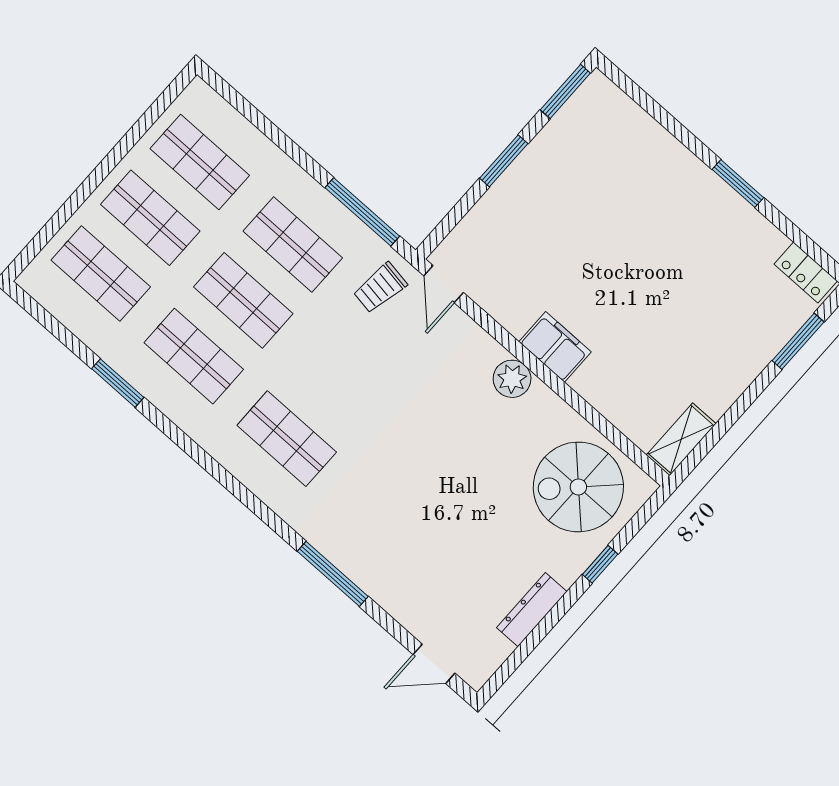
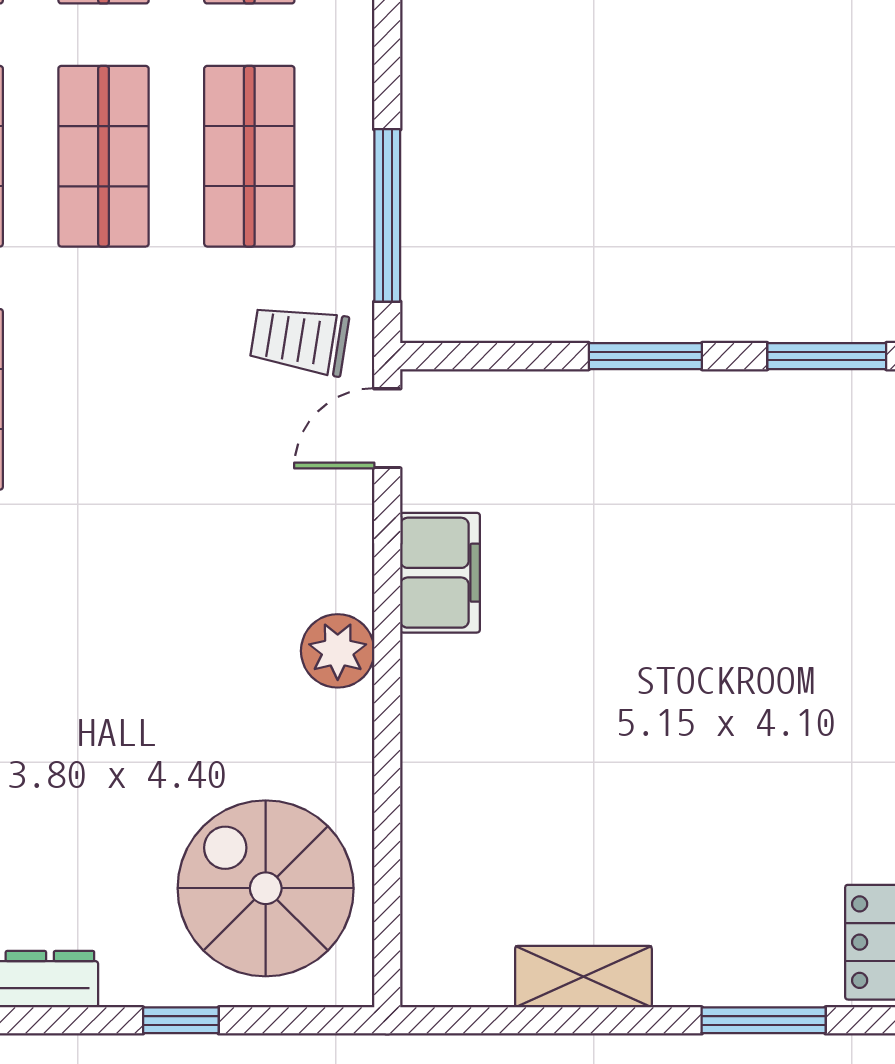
filing cabinet: (555, 347) -> (440, 573), moved
shelving: (681, 439) -> (583, 977), moved

